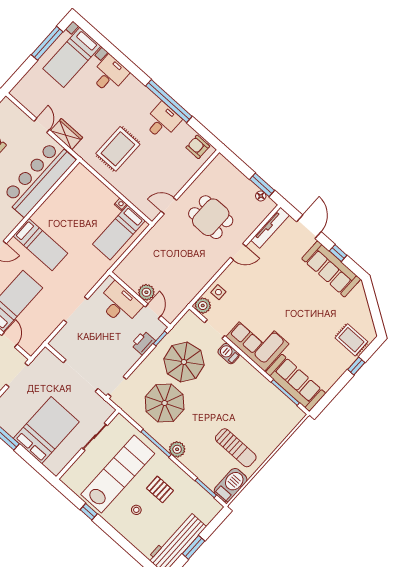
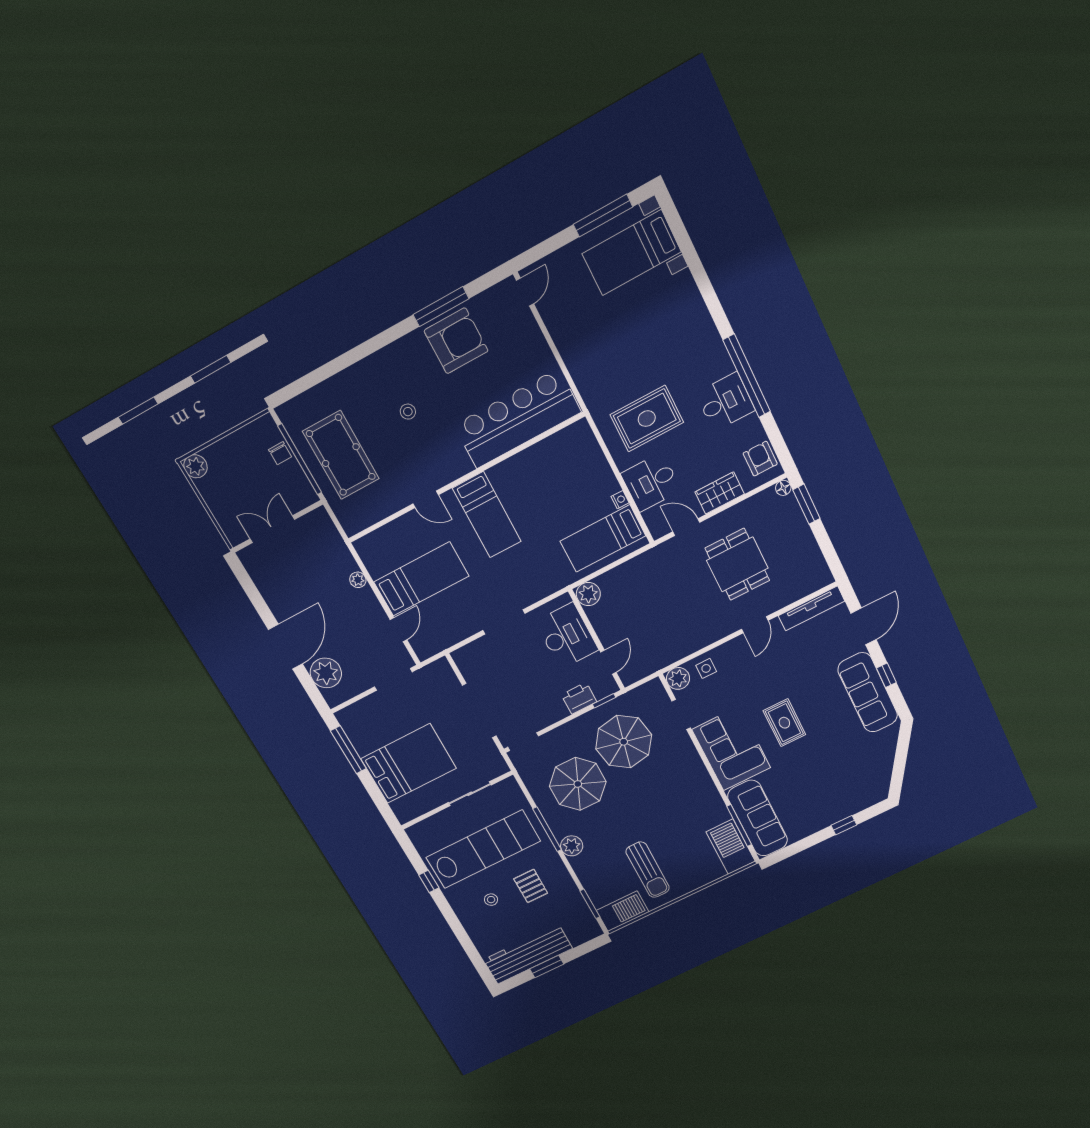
desk: (109, 74) -> (651, 482), moved, turned 180
door: (42, 125) -> (525, 292), moved
wardrobe: (66, 134) -> (720, 493), moved, turned -90
window: (262, 185) -> (807, 504), moved
floor lamp: (261, 196) -> (783, 488), moved
door: (238, 252) -> (755, 625), hinge flipped
plant: (146, 292) -> (588, 594), moved
rug: (351, 340) -> (784, 723), moved
barbecue: (229, 354) -> (731, 847), moved, width x1.88, depth x1.53

